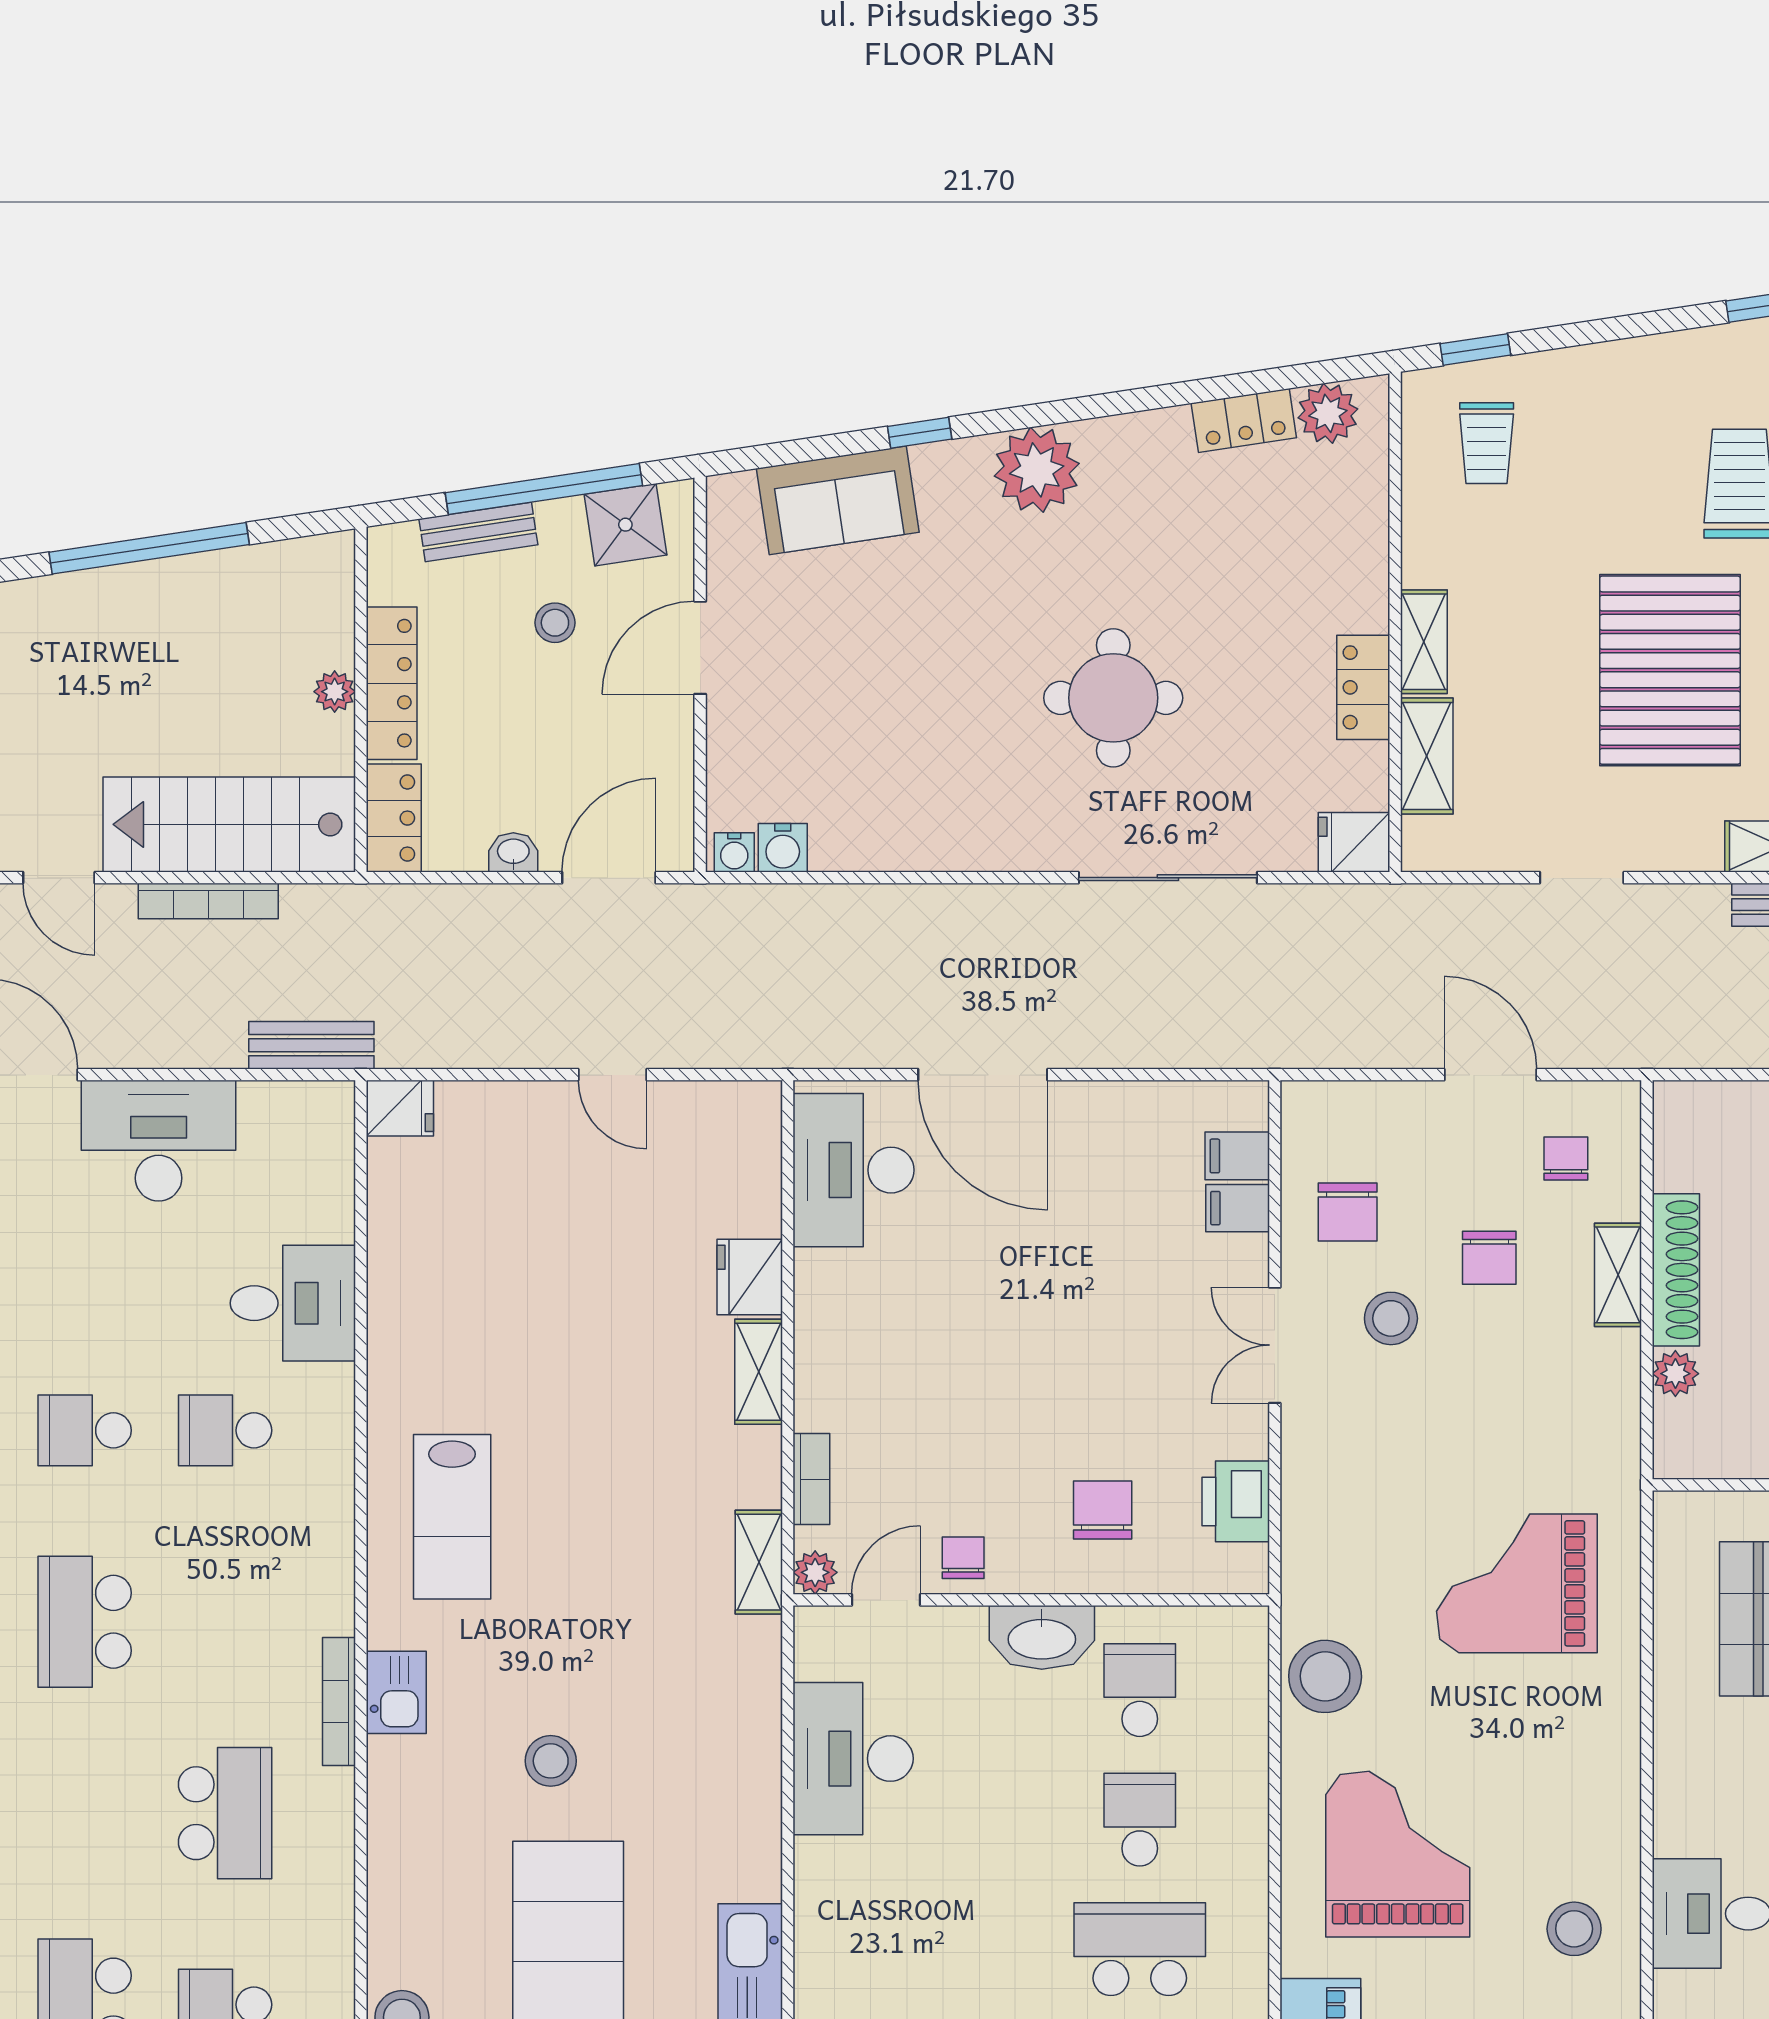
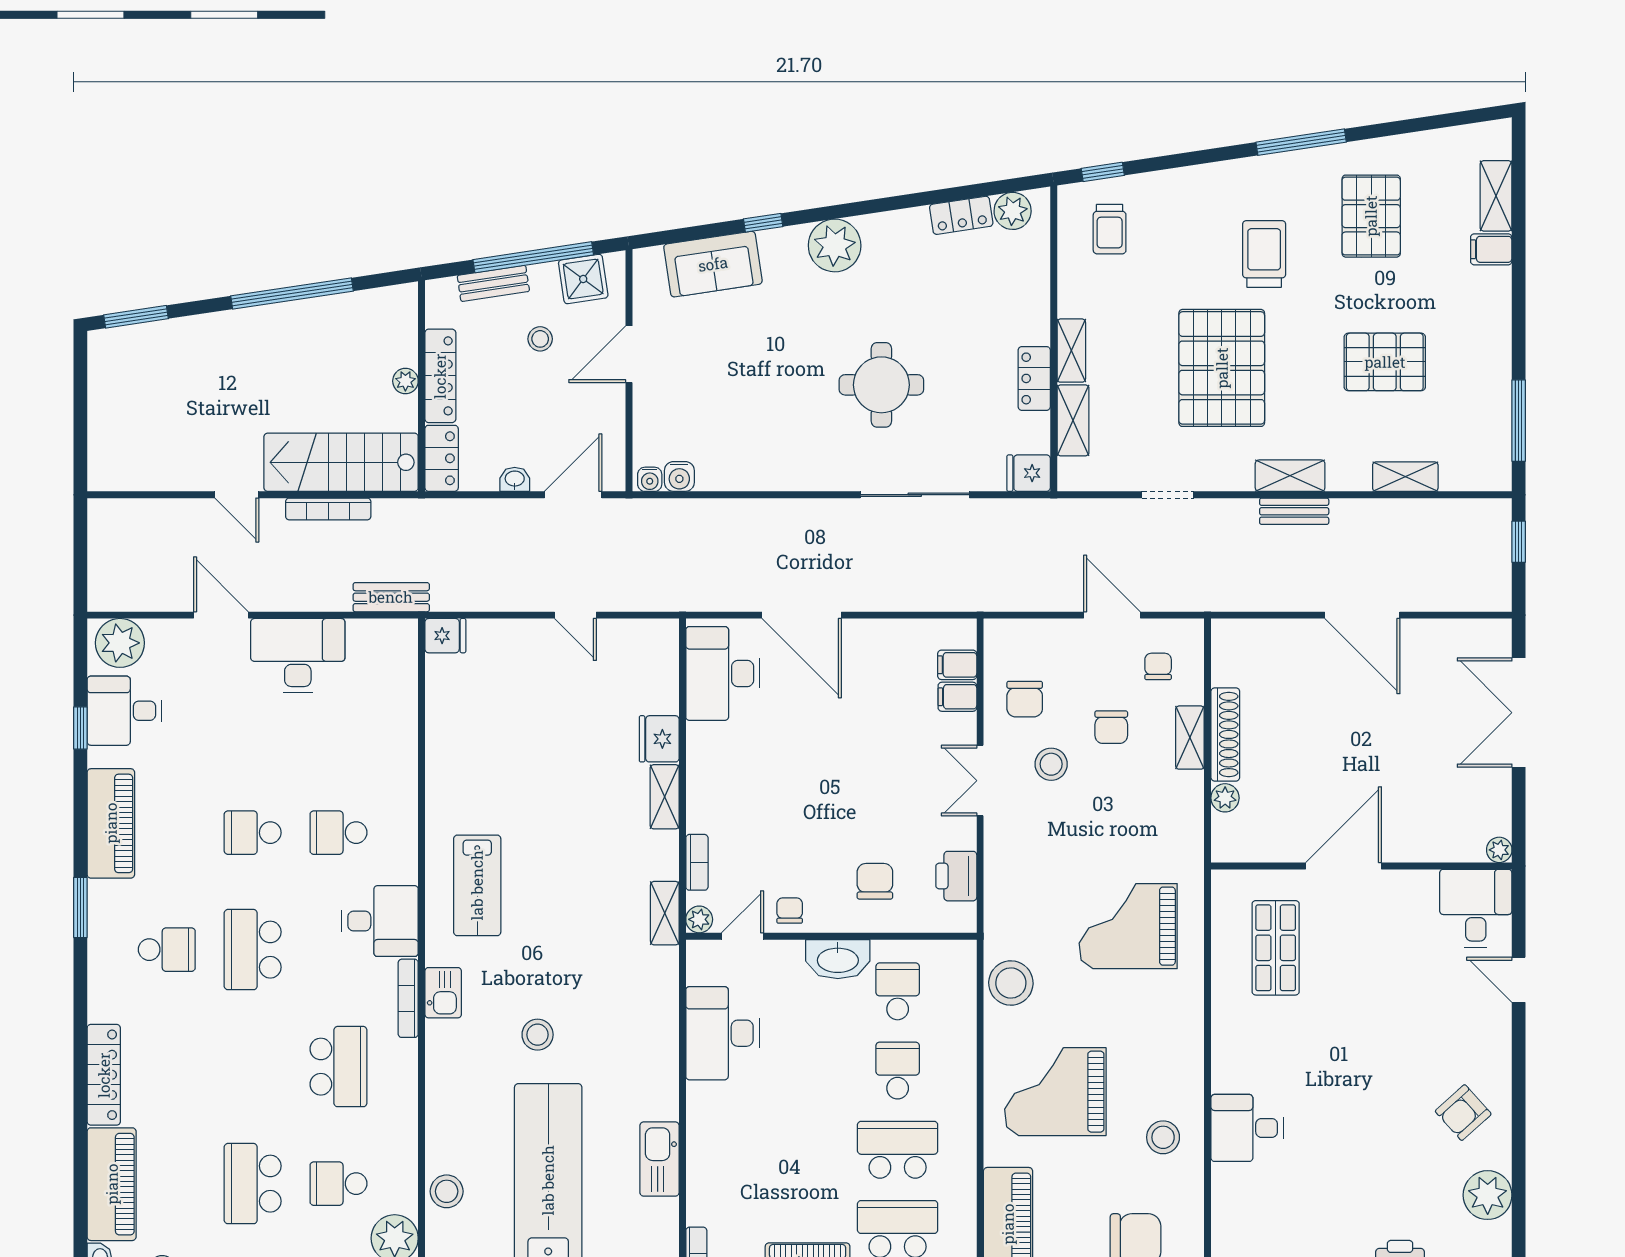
desk: (293, 1303) -> (380, 921), moved
grand piano: (1398, 1854) -> (1055, 1092), turned -90

